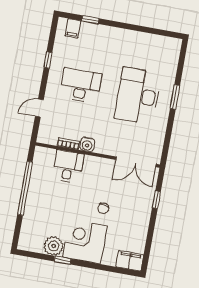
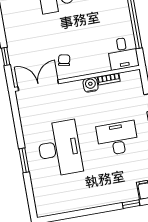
desk: (81, 85) -> (117, 138), turned 180
desk: (68, 166) -> (123, 53), moved
chair: (103, 208) -> (64, 60), moved

